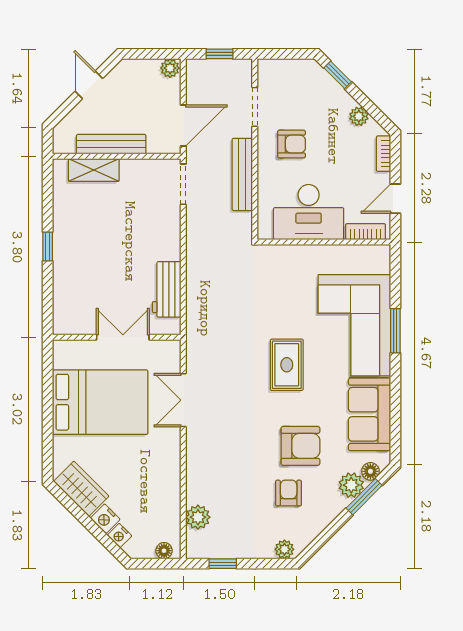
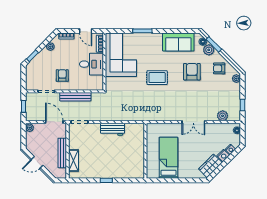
desk: (309, 212) -> (91, 64), width x0.73
workbench: (167, 289) -> (113, 129), moved
corner sofa: (354, 325) -> (121, 55), moved, turned -90
double door: (123, 337) -> (145, 148), removed
double door: (183, 400) -> (193, 122), moved
bed: (100, 402) -> (169, 158), width x0.67
armchair: (289, 493) -> (219, 68), moved

